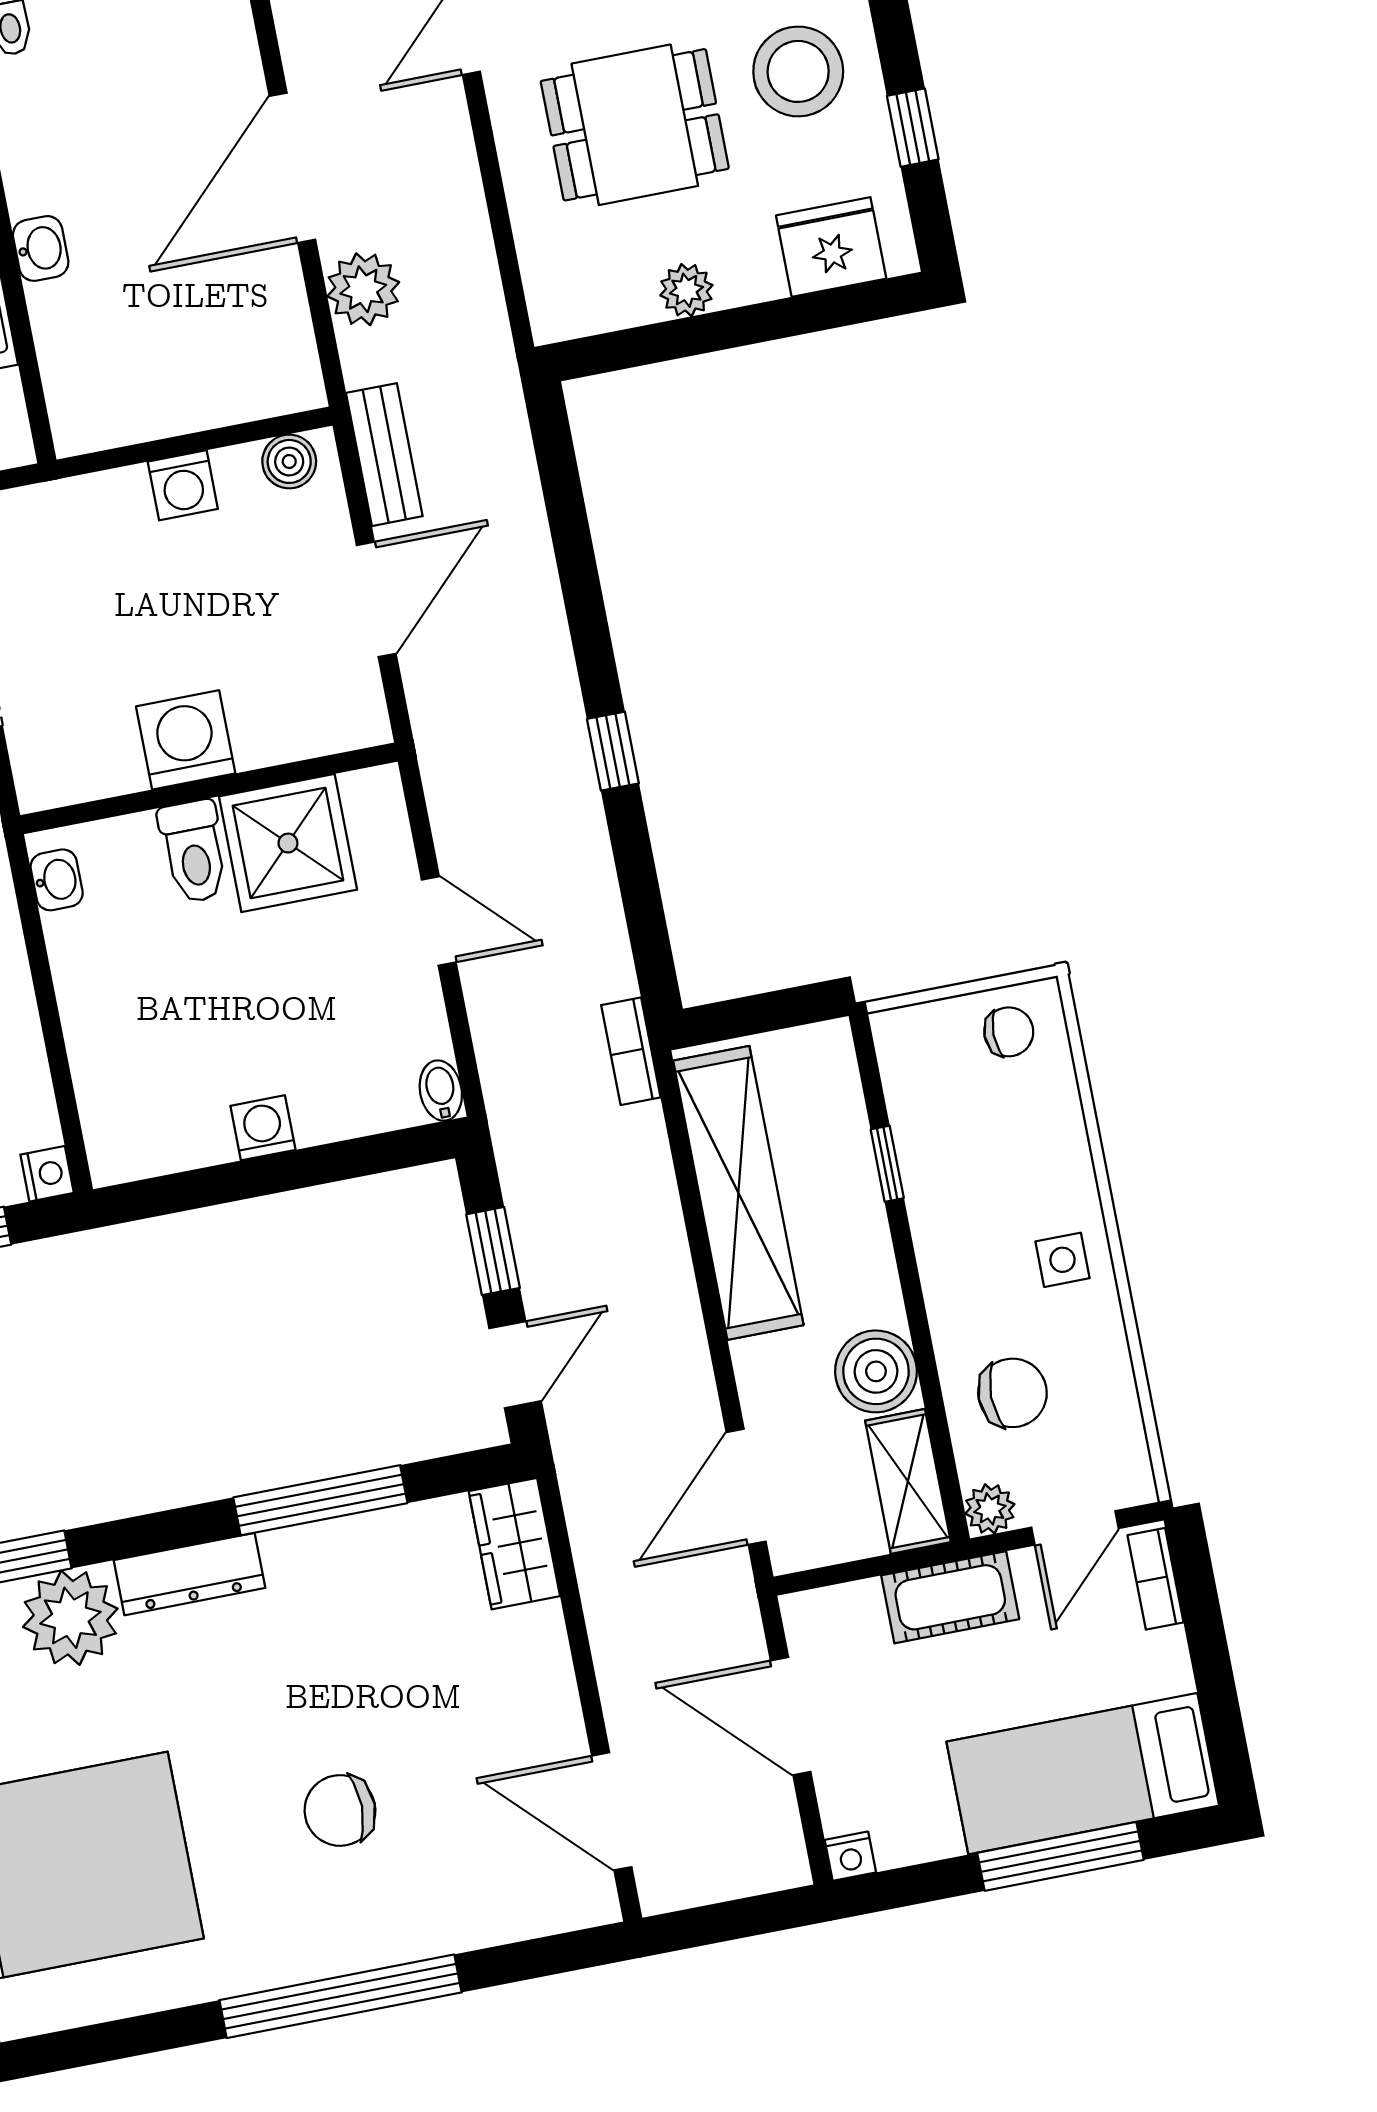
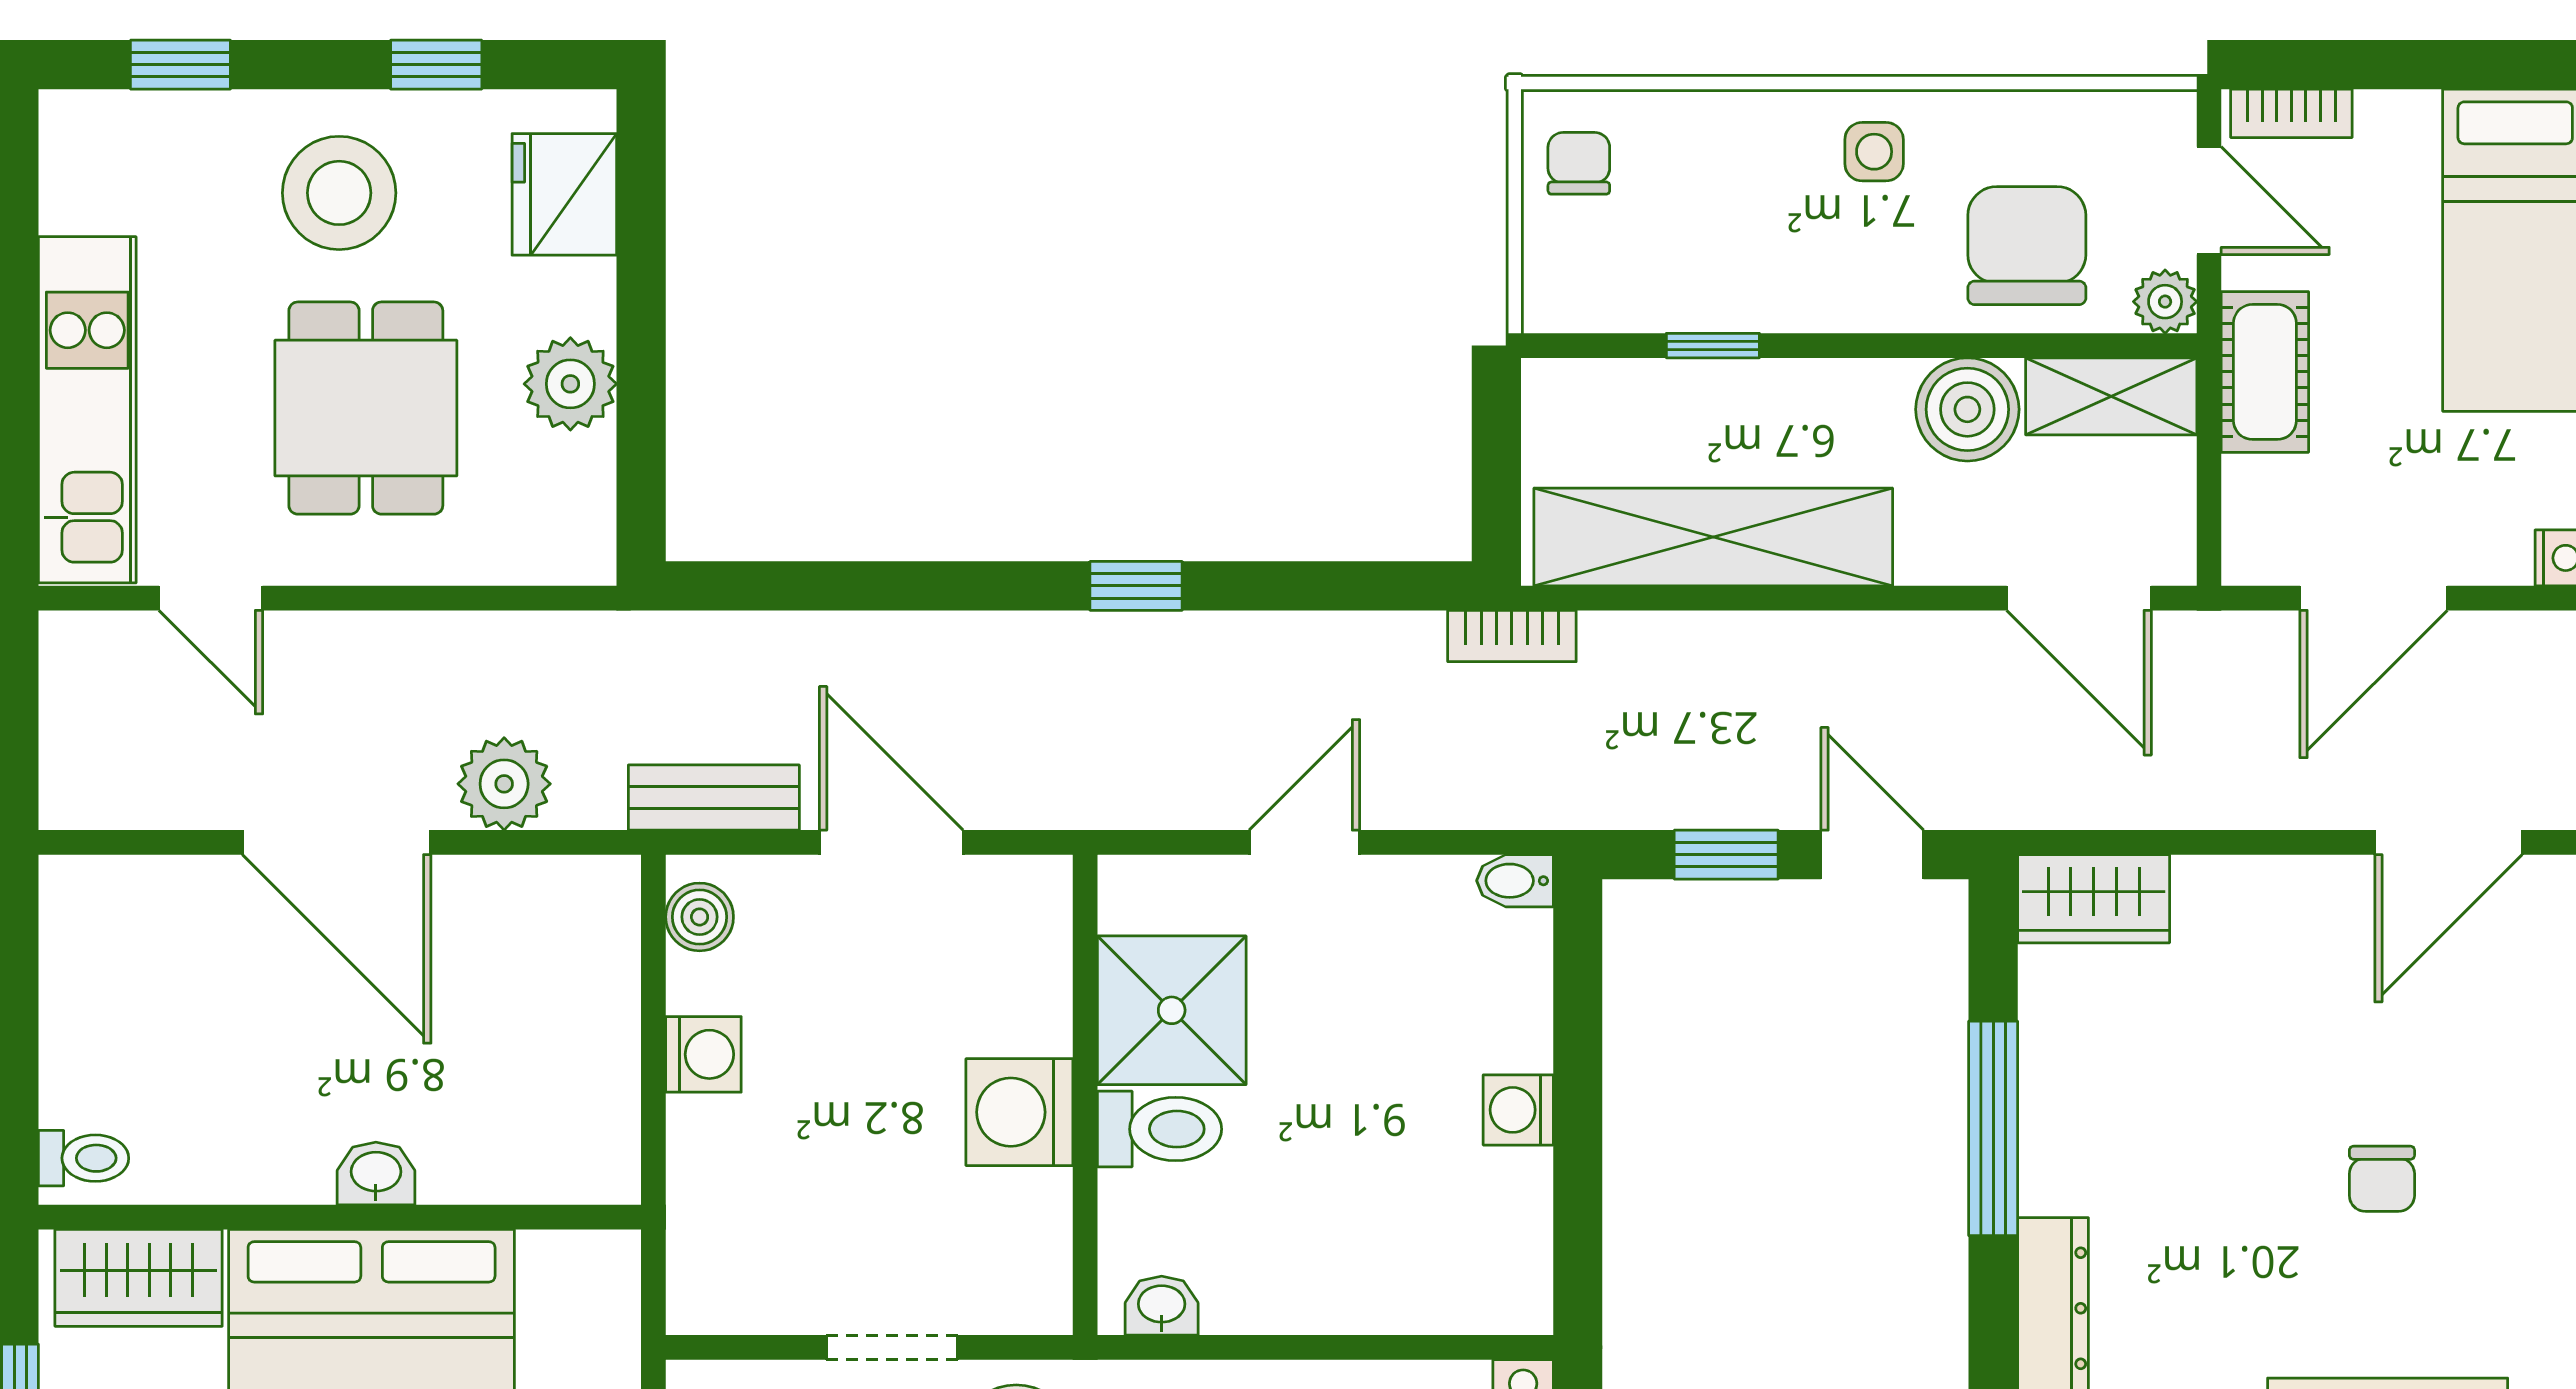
plant: (686, 290) -> (570, 384), width x1.38, depth x1.38
chair: (1012, 1393) -> (2027, 246), width x1.37, depth x1.37
chair: (340, 1810) -> (2382, 1179), width x0.73, depth x0.73

